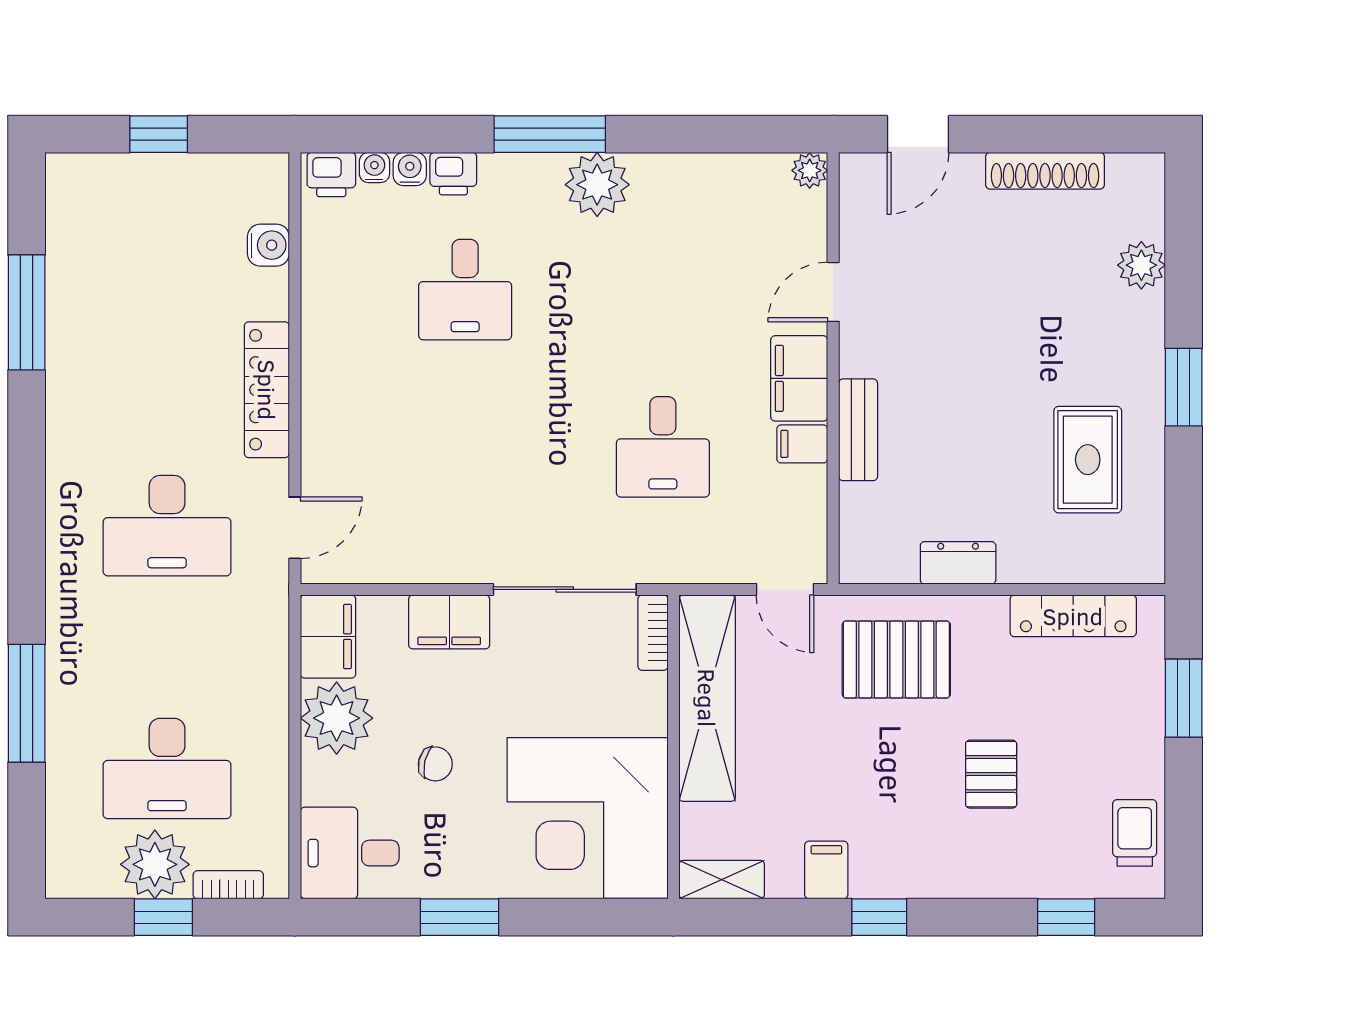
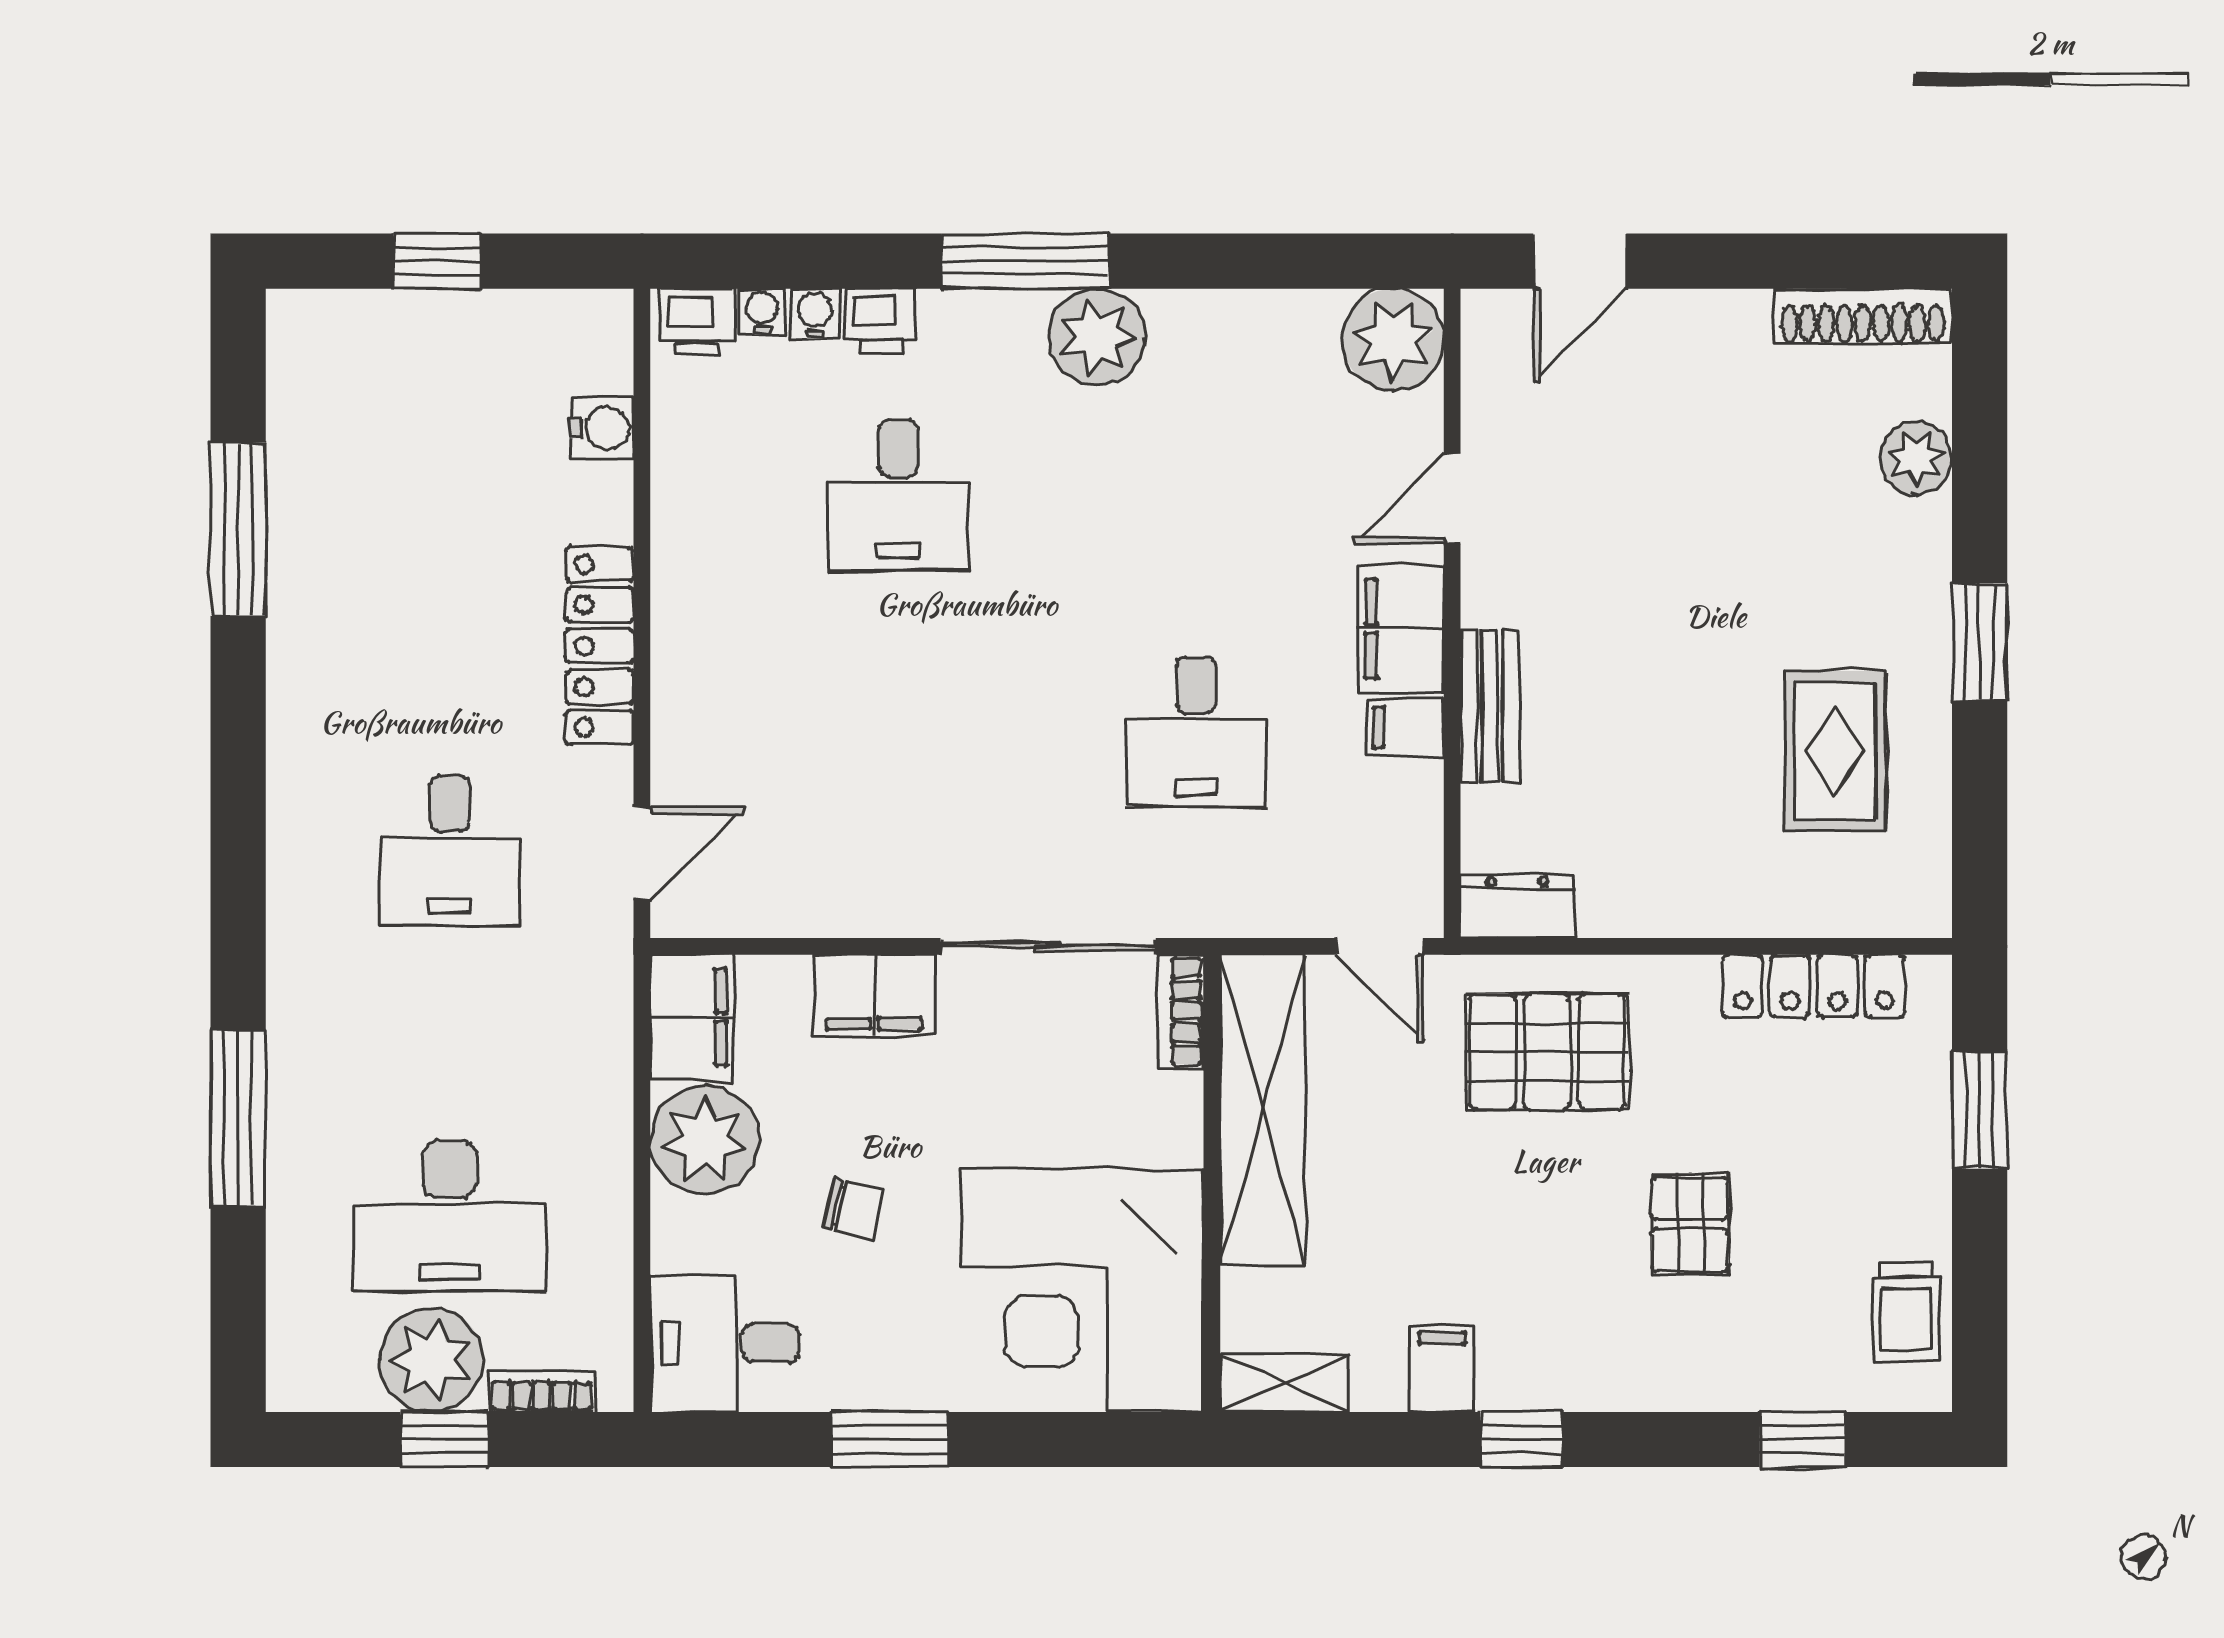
plant: (810, 170) -> (1393, 340), width x1.88, depth x1.88
shoe rack: (1045, 171) -> (1863, 316), moved
desk: (167, 526) -> (450, 850), width x0.73
dresser: (958, 563) -> (1517, 906), moved
trolley: (1135, 833) -> (1906, 1313), turned 180

